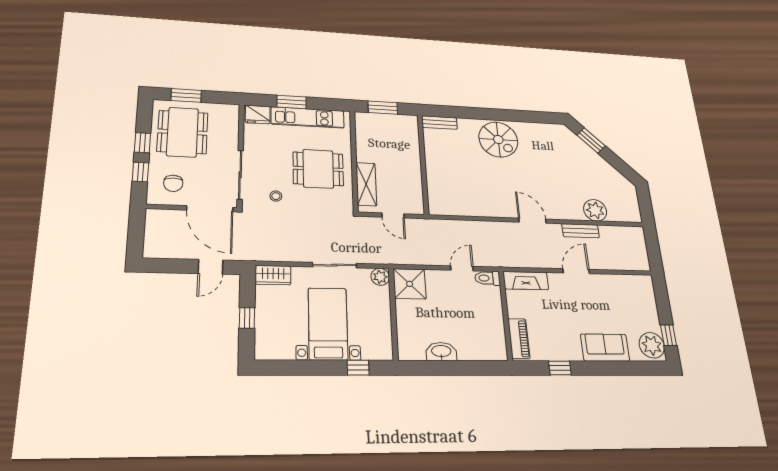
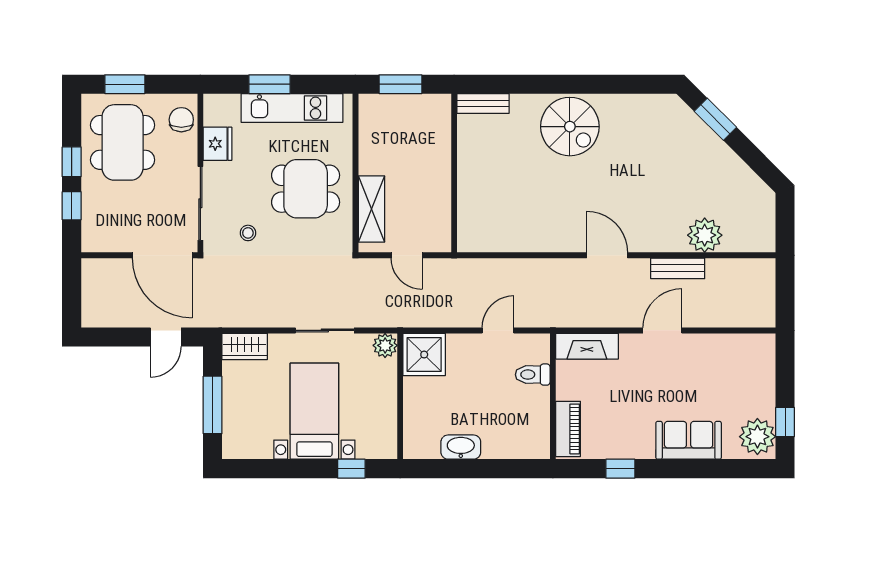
fridge: (258, 114) -> (218, 144), moved, turned -90
chair: (173, 183) -> (181, 120), moved, turned 180
toilet: (487, 278) -> (533, 375), moved
window: (247, 318) -> (213, 405), width x2.17

